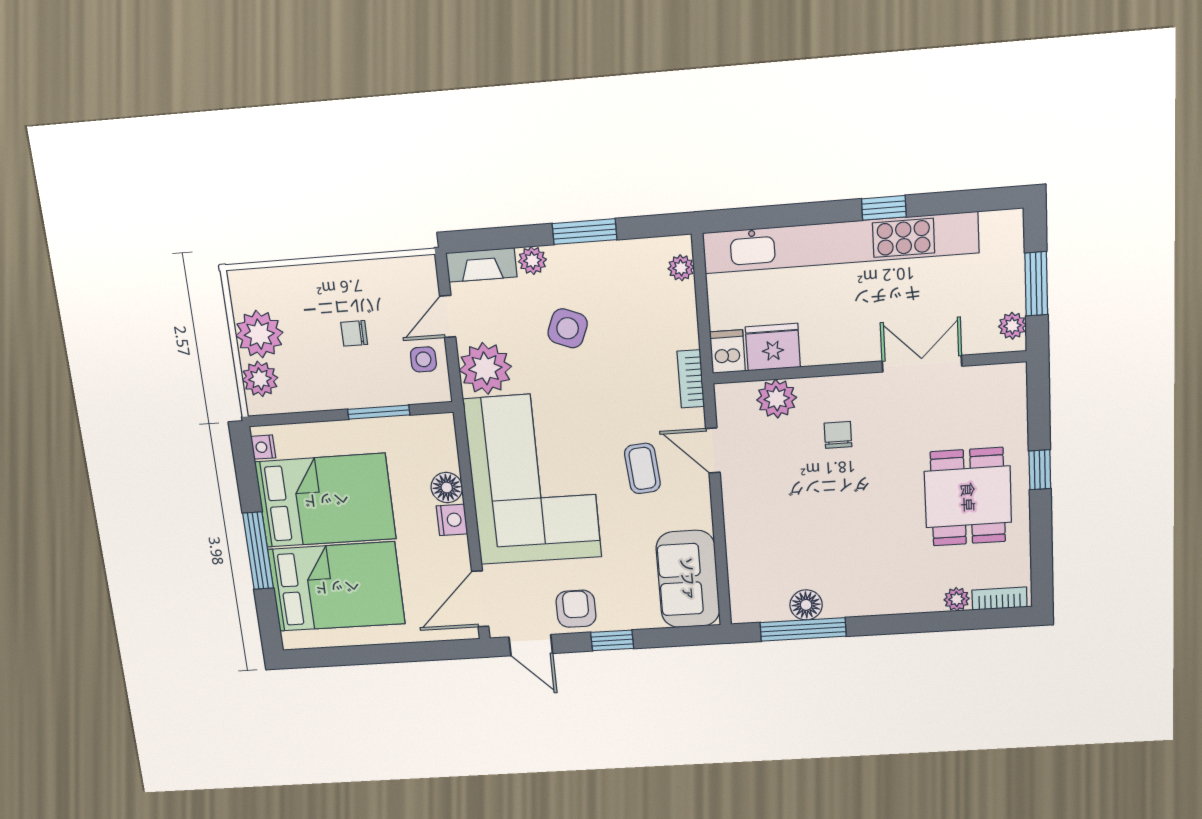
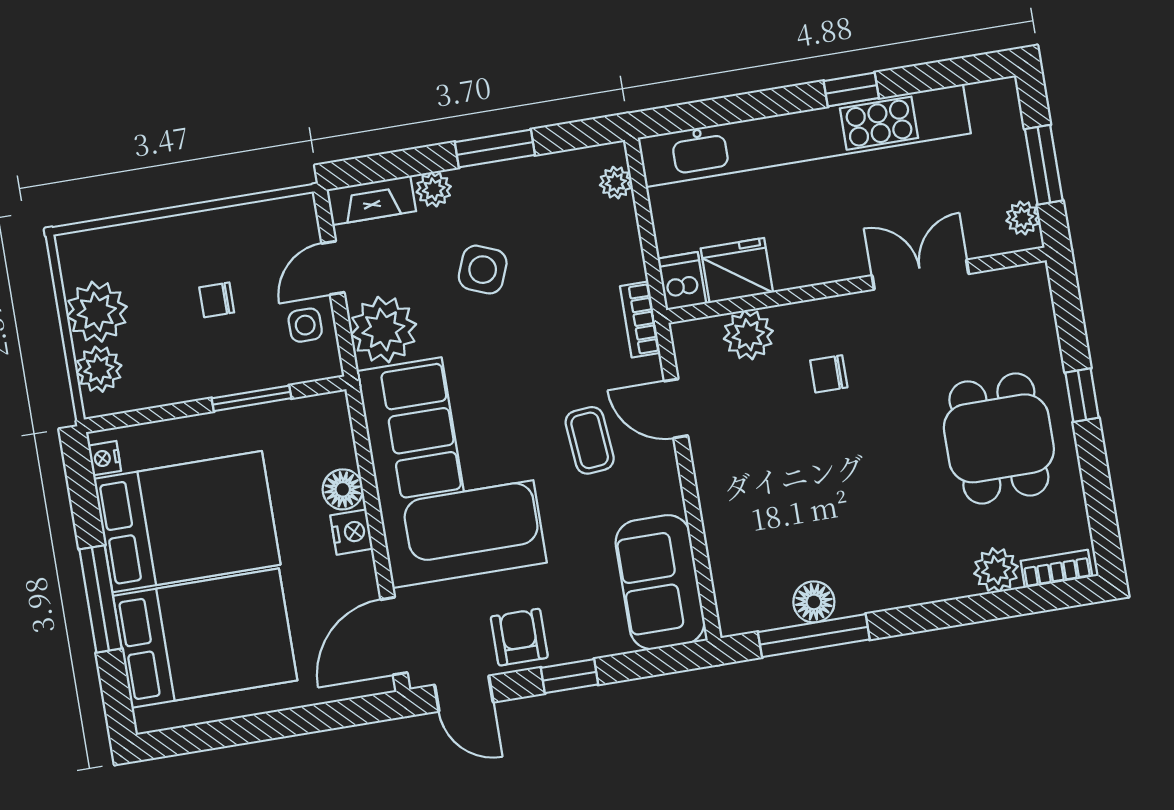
chair: (838, 435) -> (829, 374), turned -90
plant: (957, 599) -> (996, 570), width x1.38, depth x1.38

